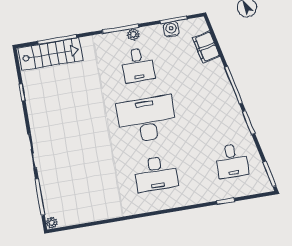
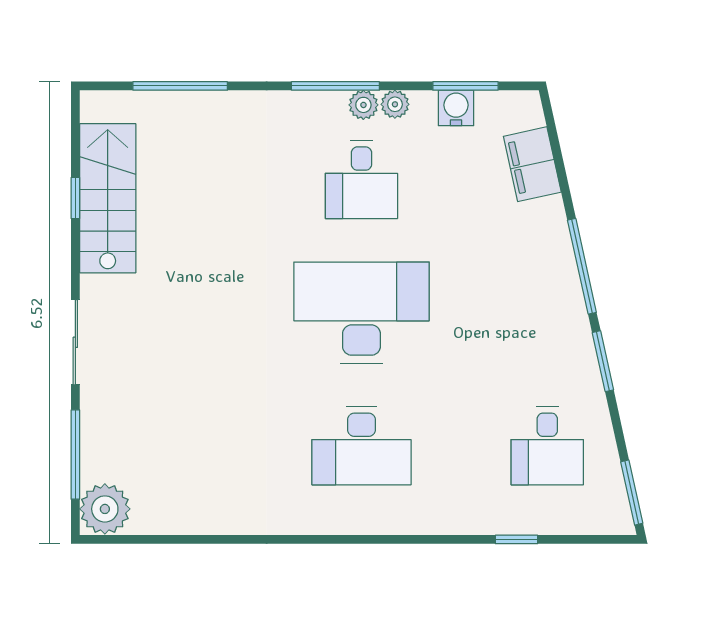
plant: (146, 32) -> (395, 104), added
stairs: (50, 54) -> (108, 198), moved, turned -90
plant: (52, 223) -> (105, 509), width x1.87, depth x1.87

